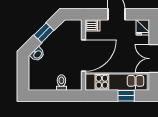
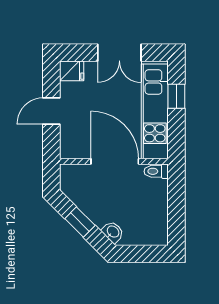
dishwasher: (93, 25) -> (69, 148), removed
toilet: (61, 83) -> (156, 171), moved

